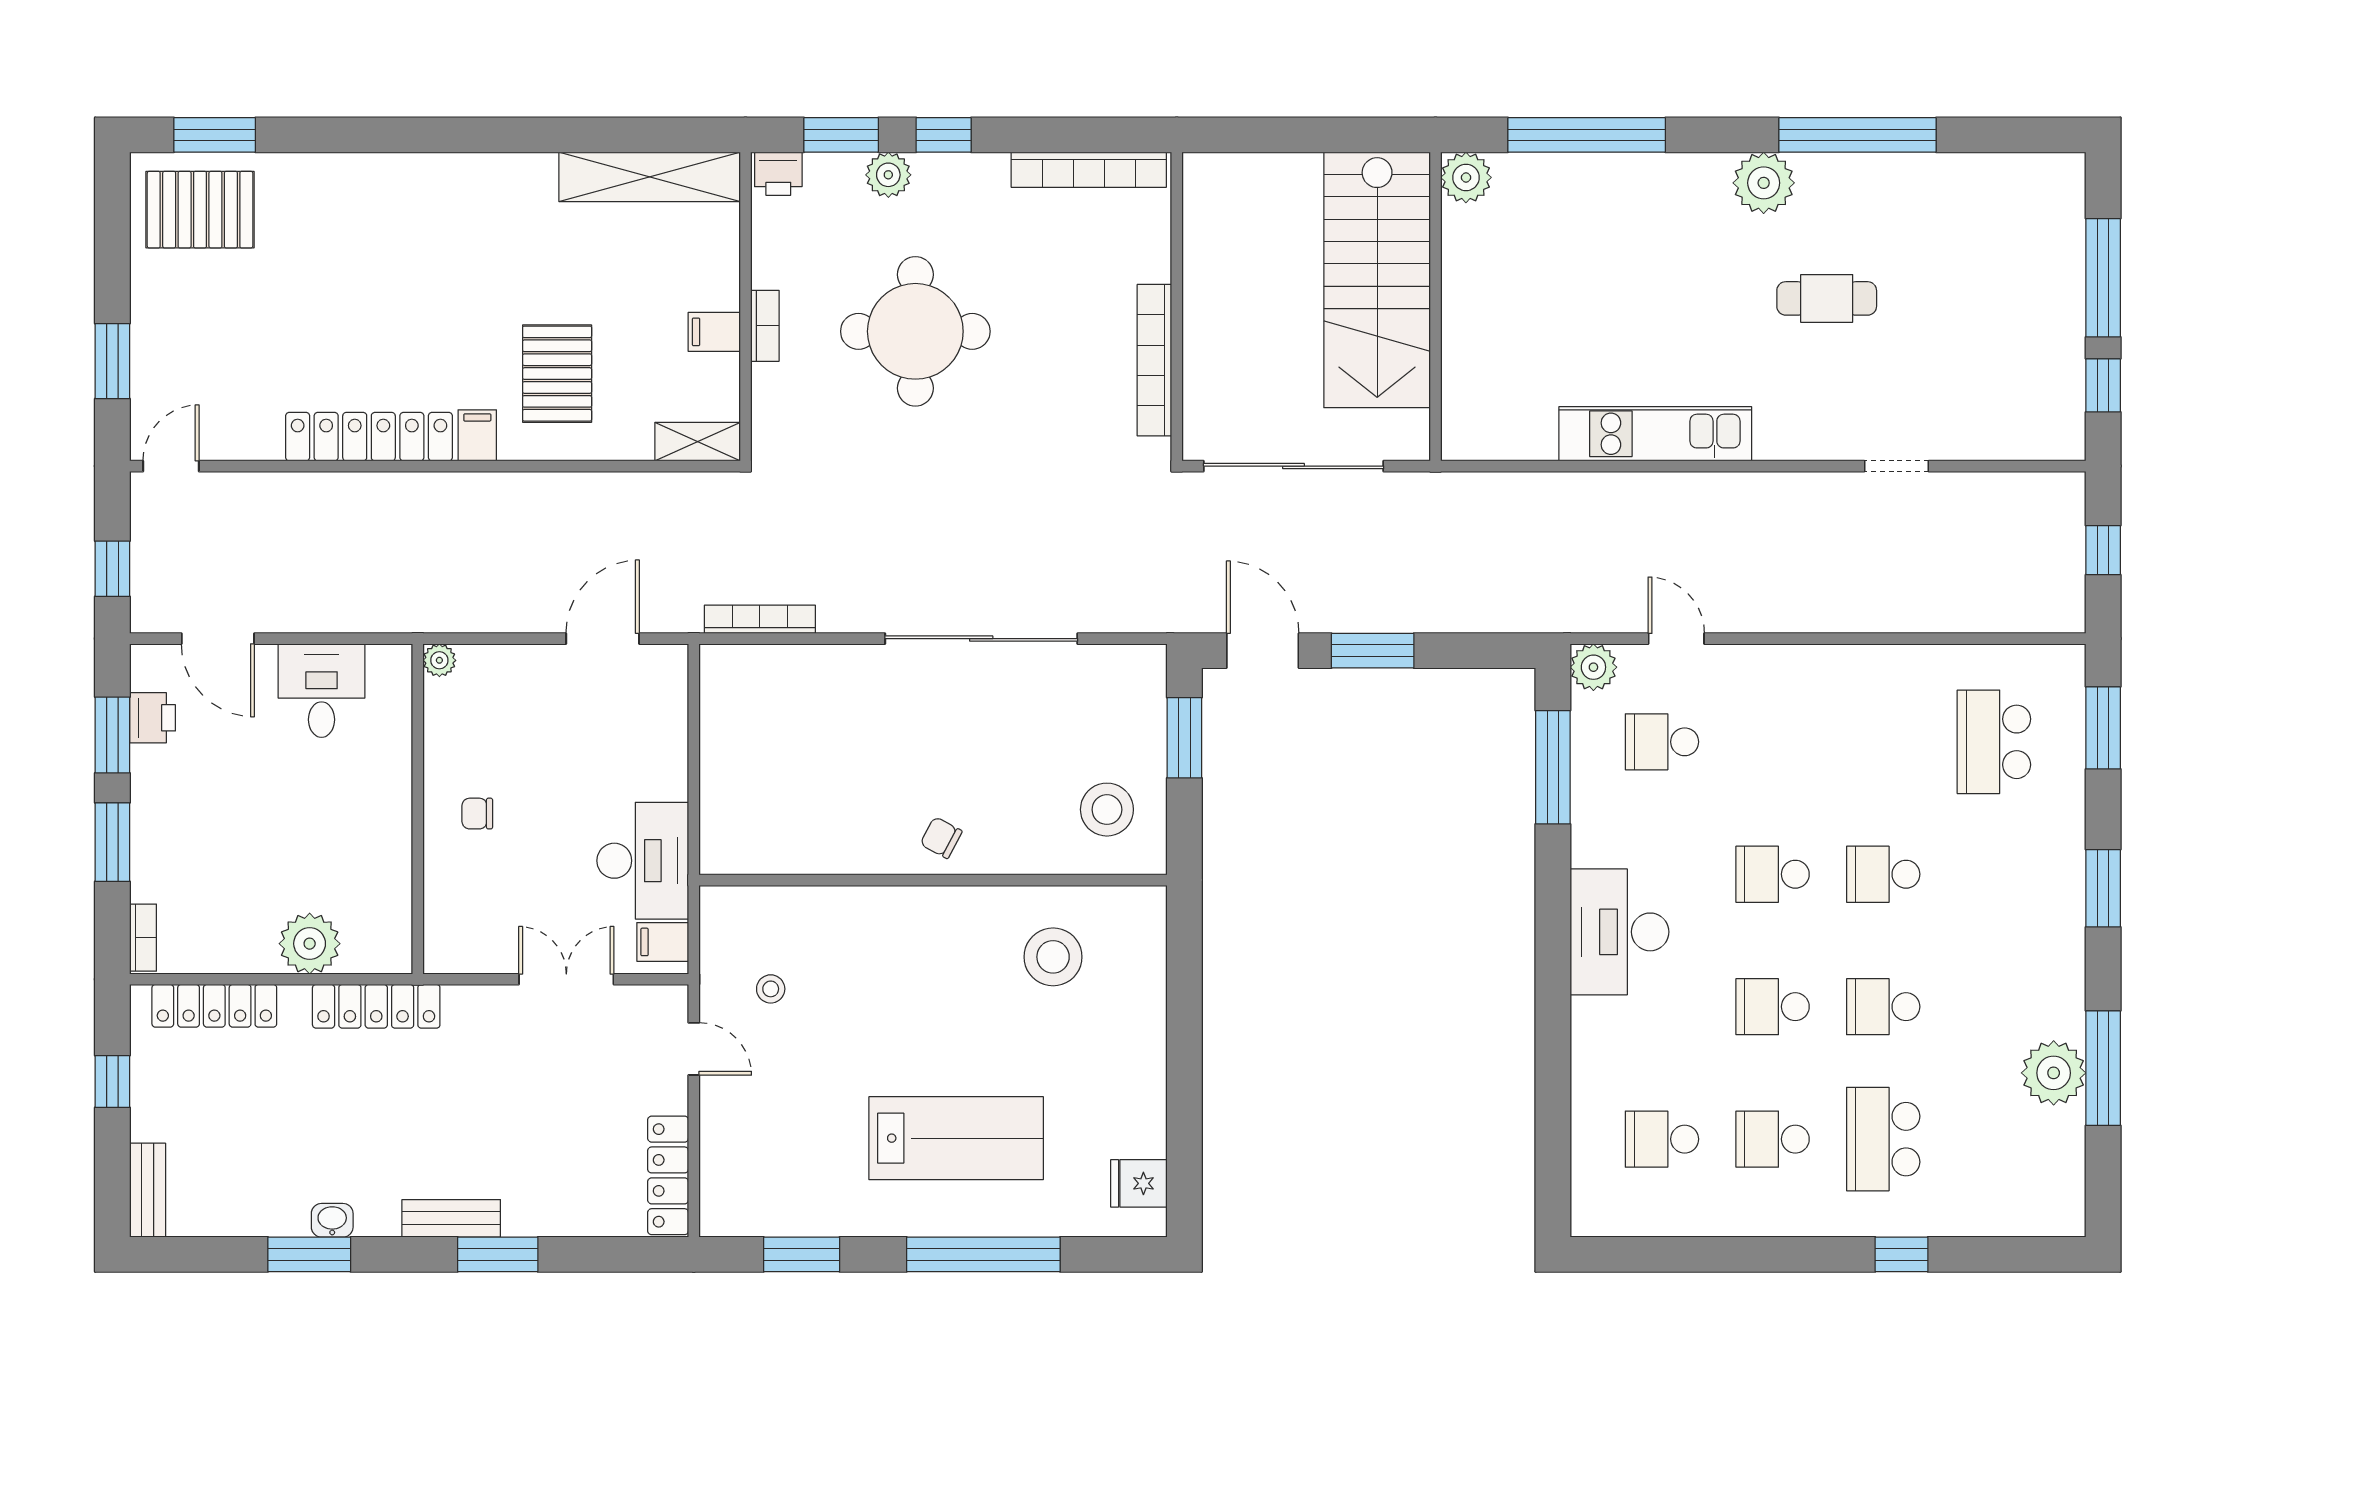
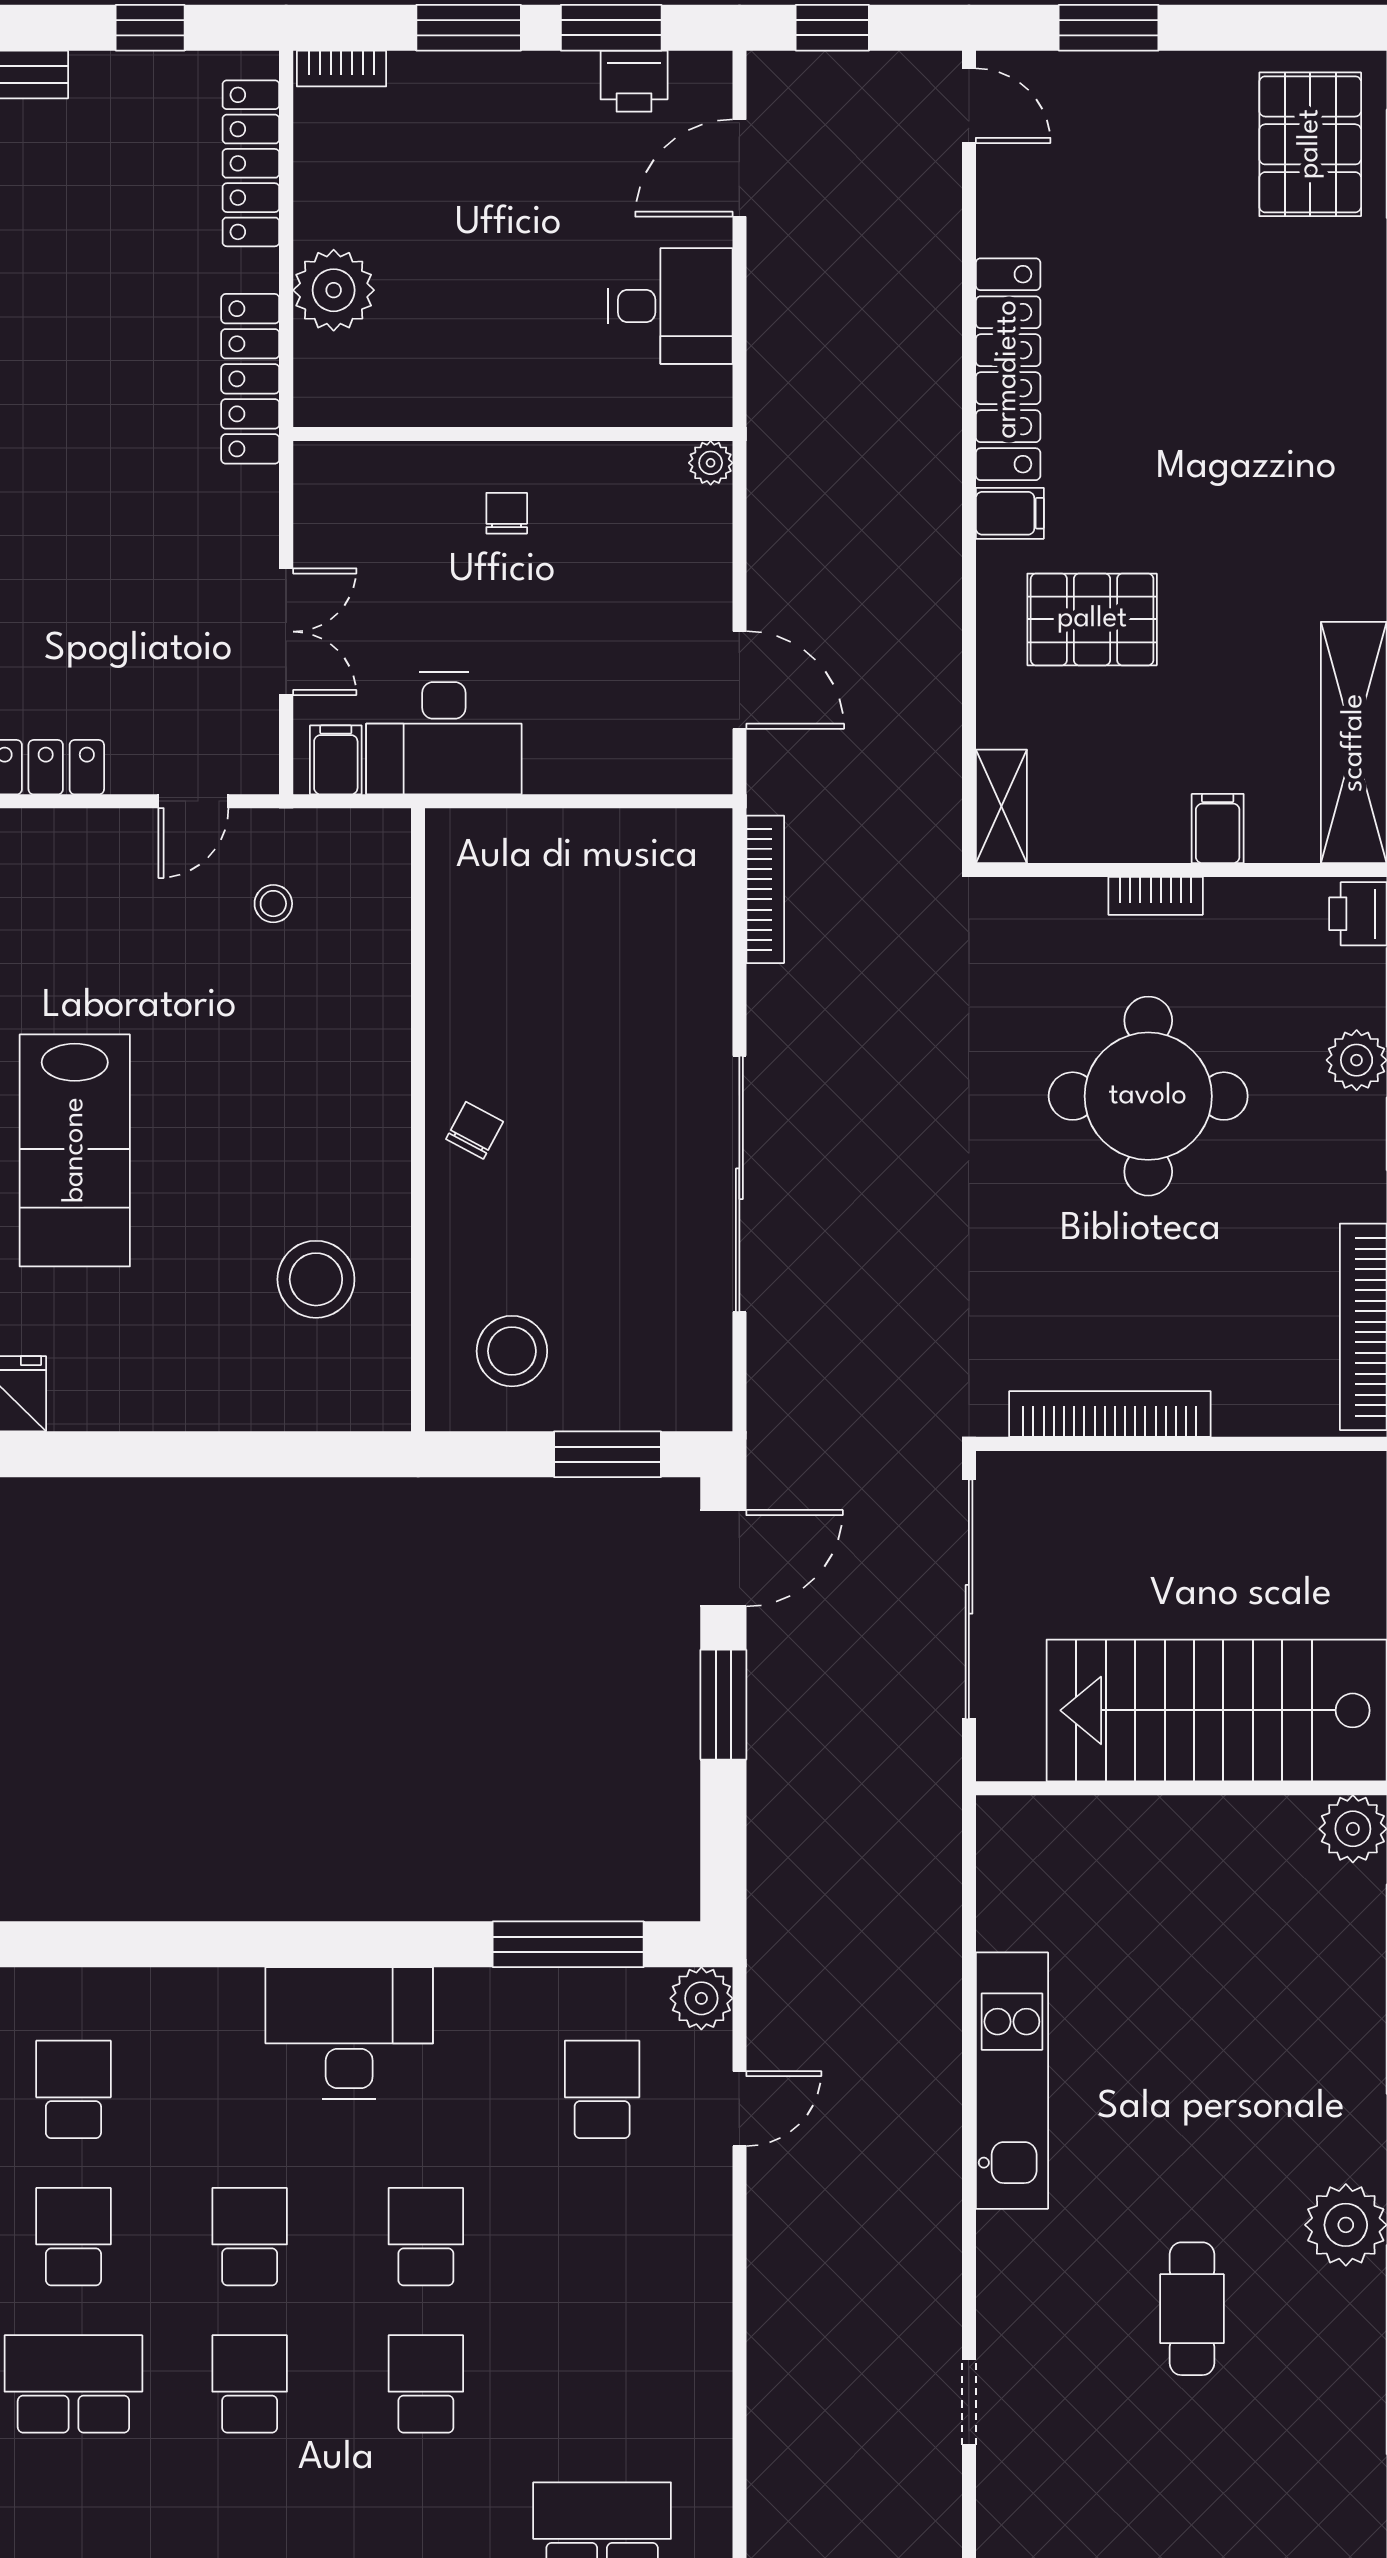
filing cabinet: (714, 332) -> (1218, 829), moved

